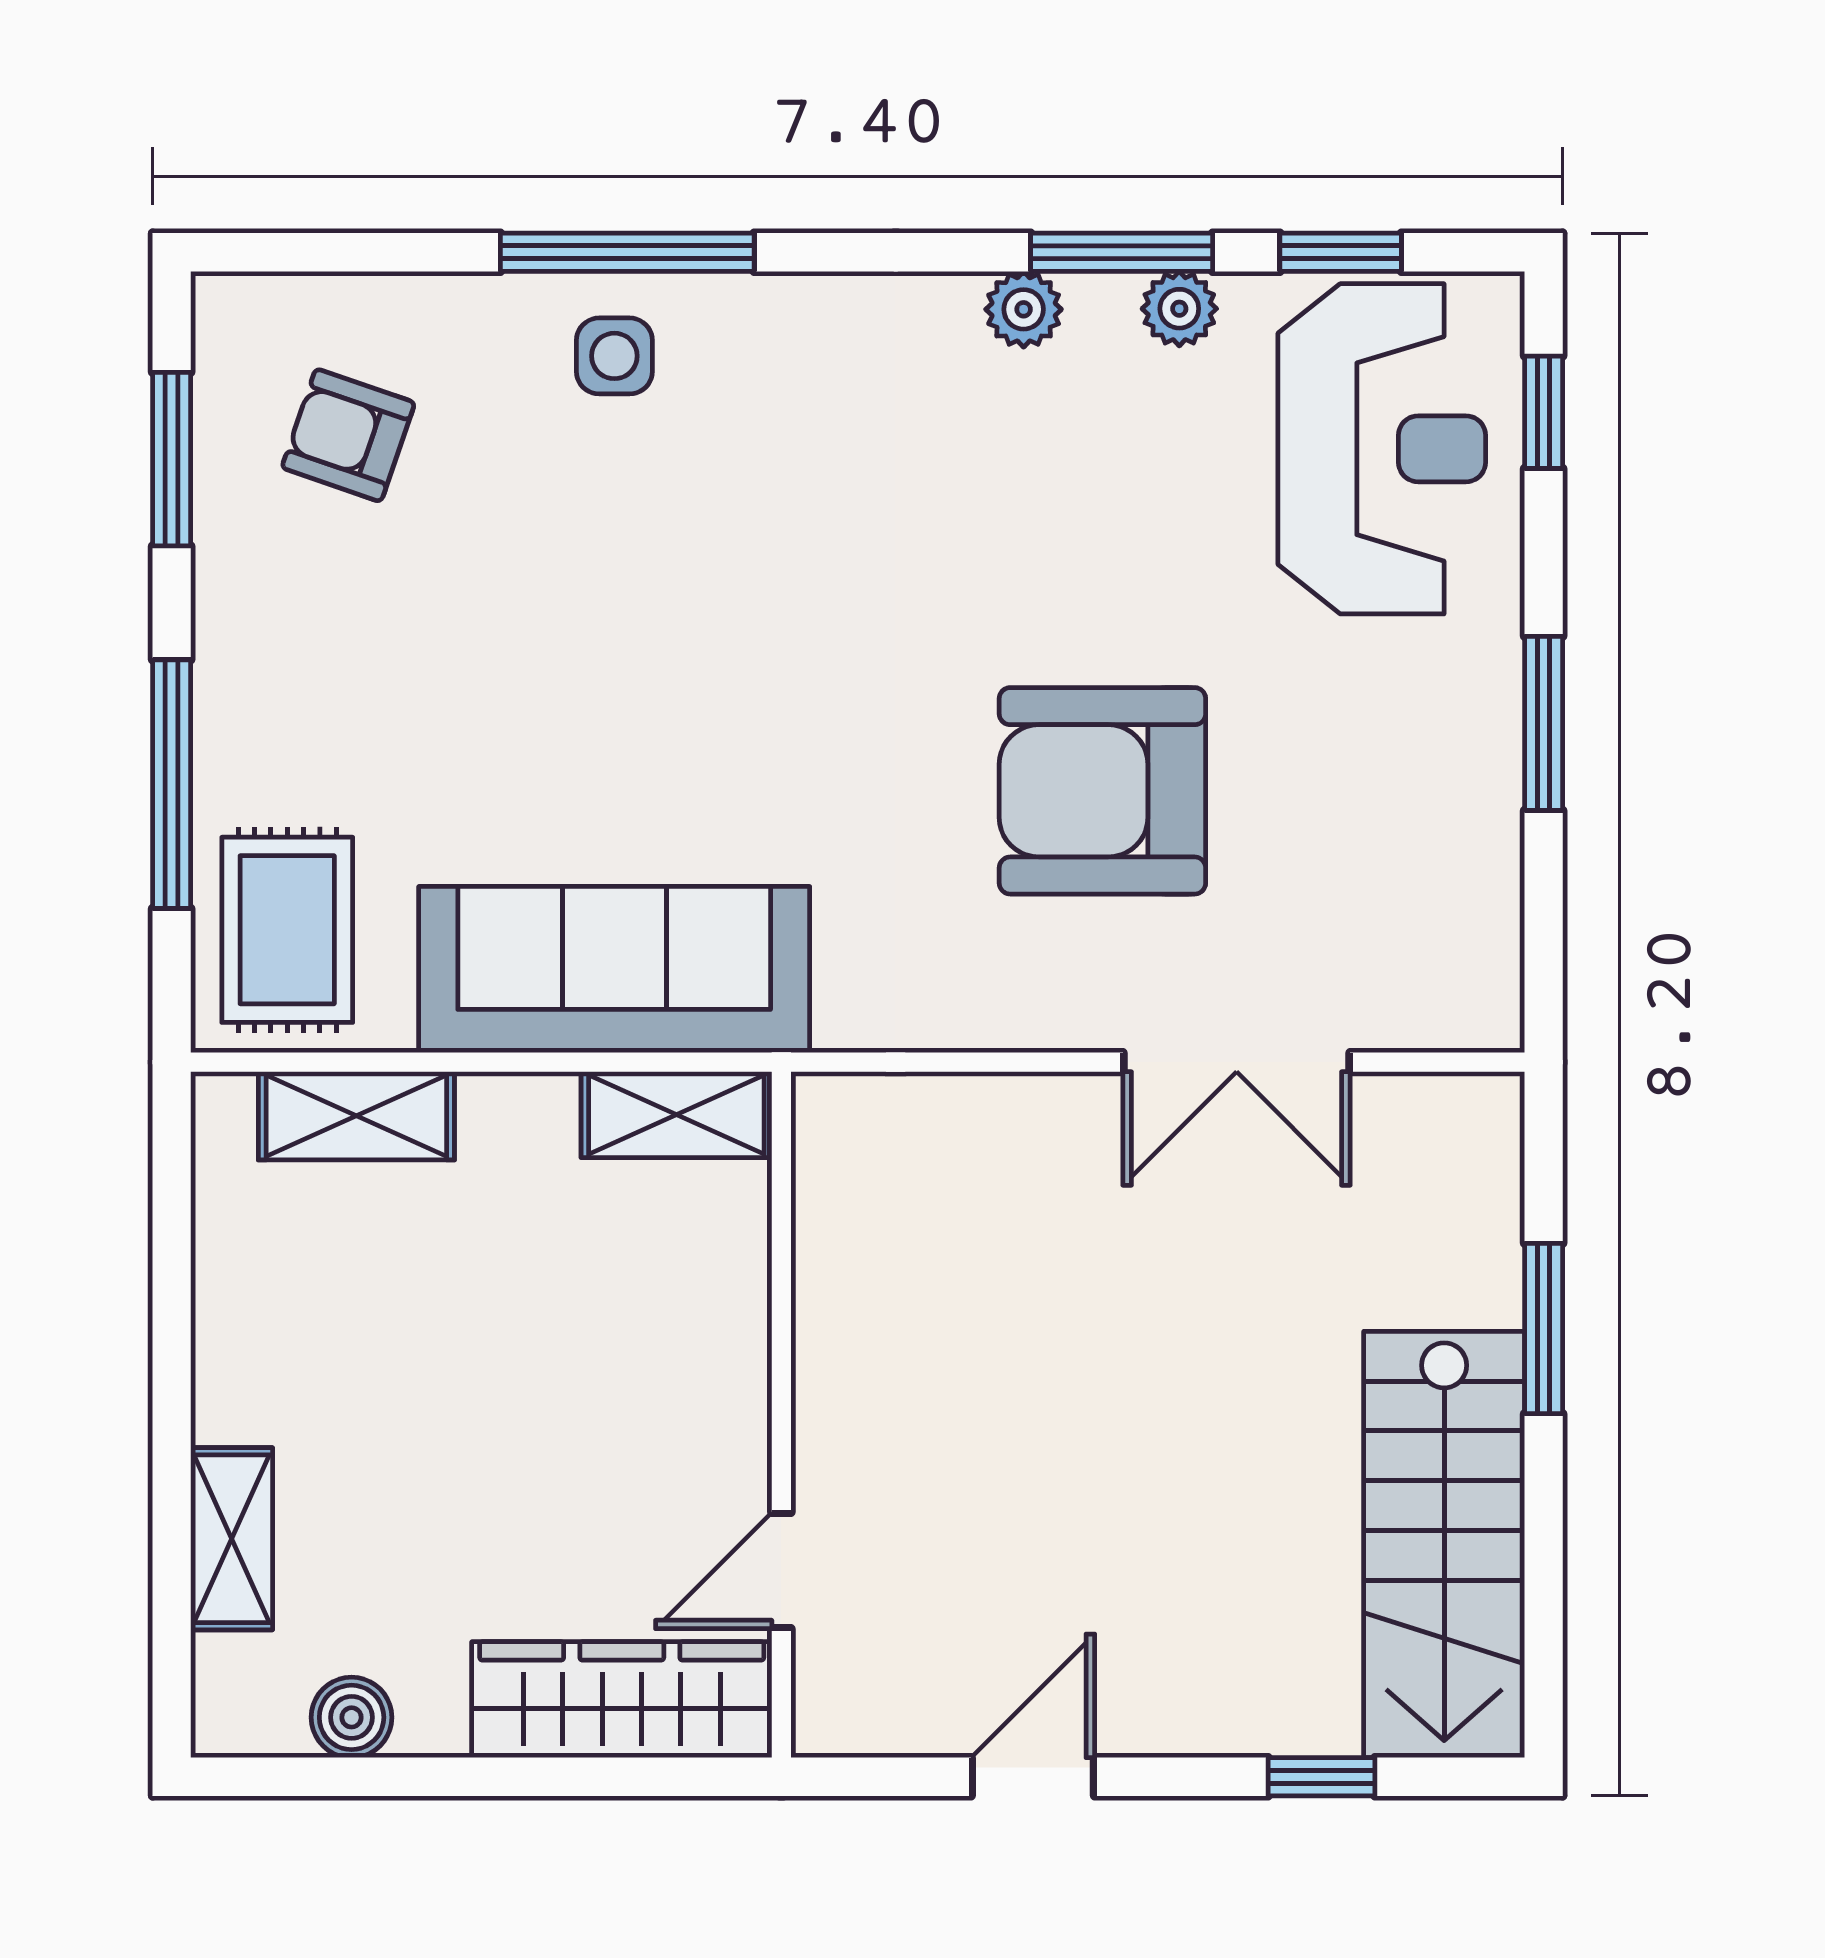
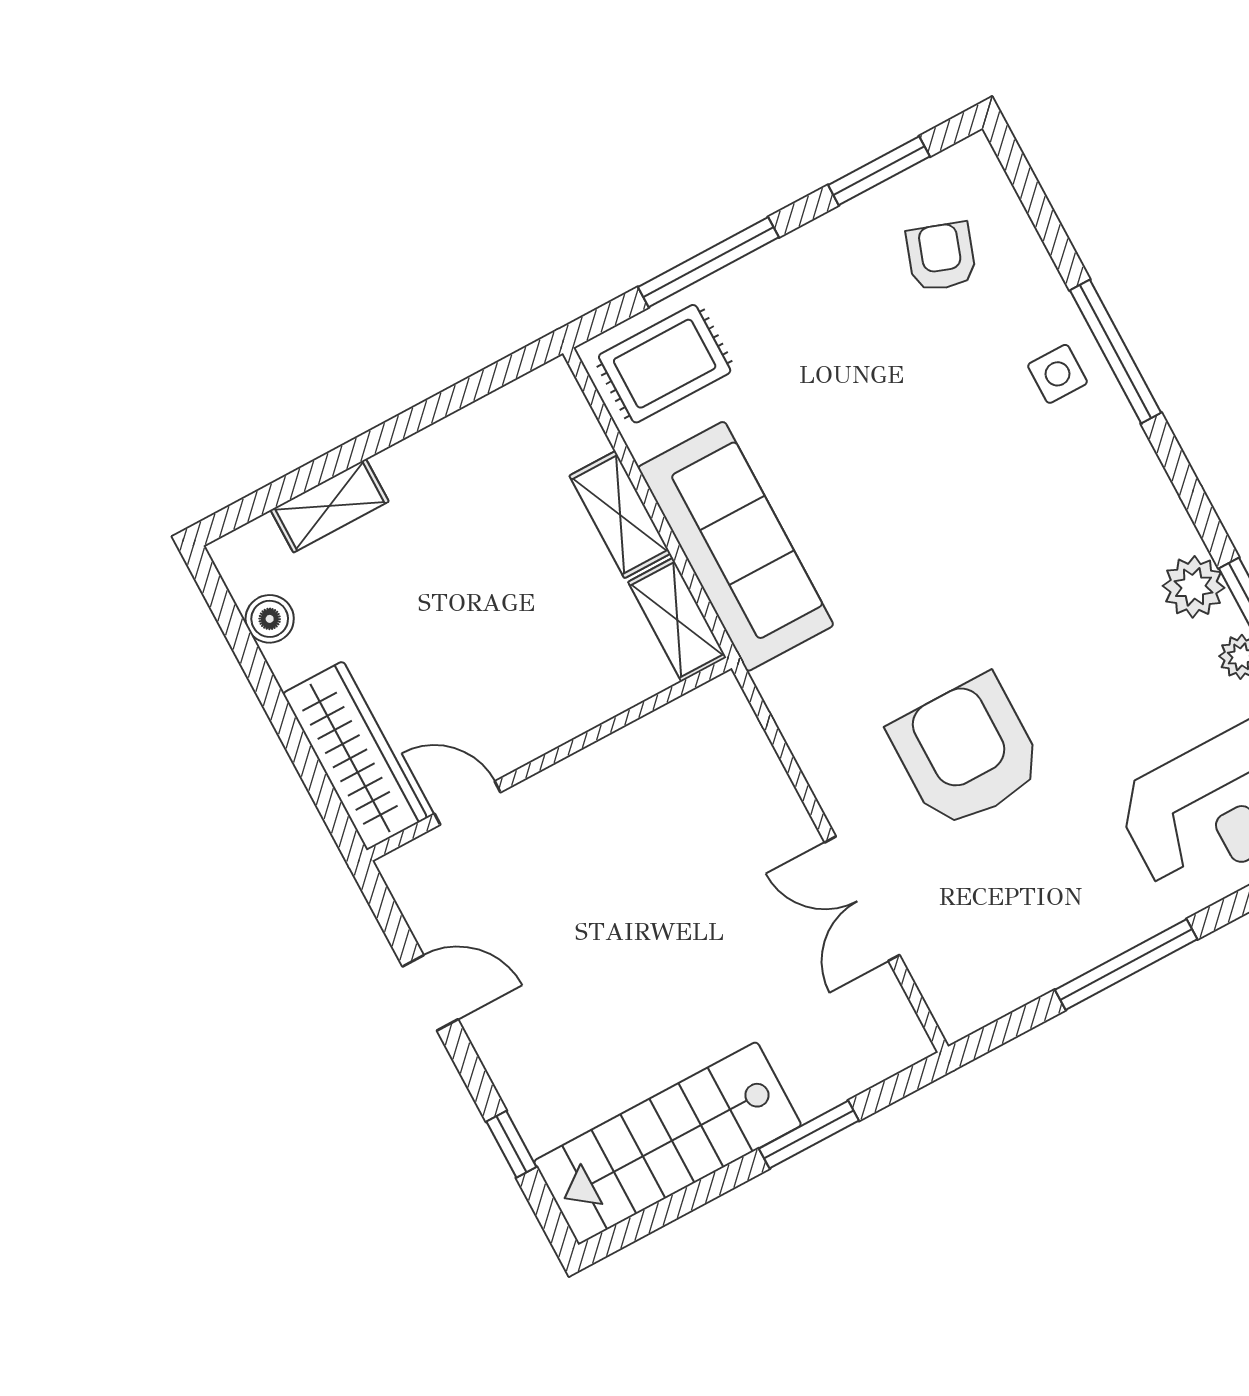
plant: (1024, 309) -> (1194, 587), width x1.38, depth x1.38
window: (1544, 723) -> (1126, 964), width x1.44
shelving: (356, 1116) -> (620, 515), moved

